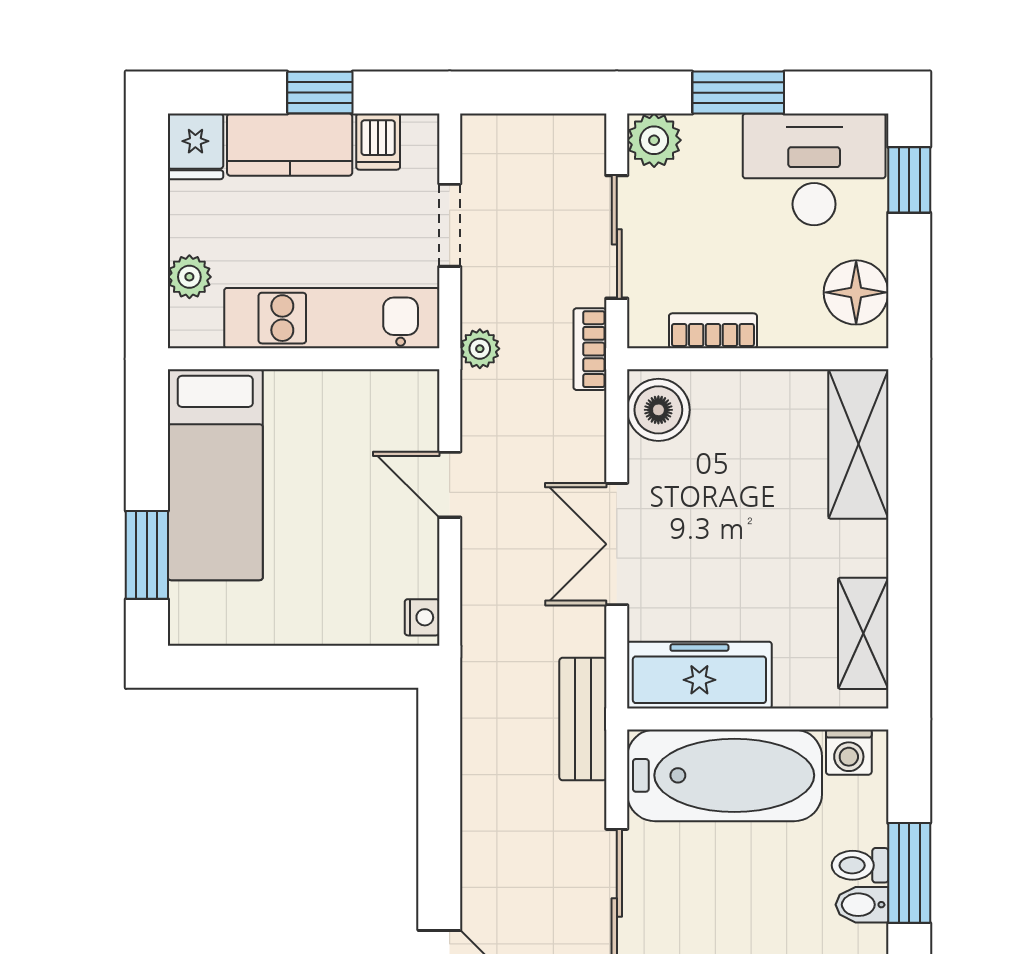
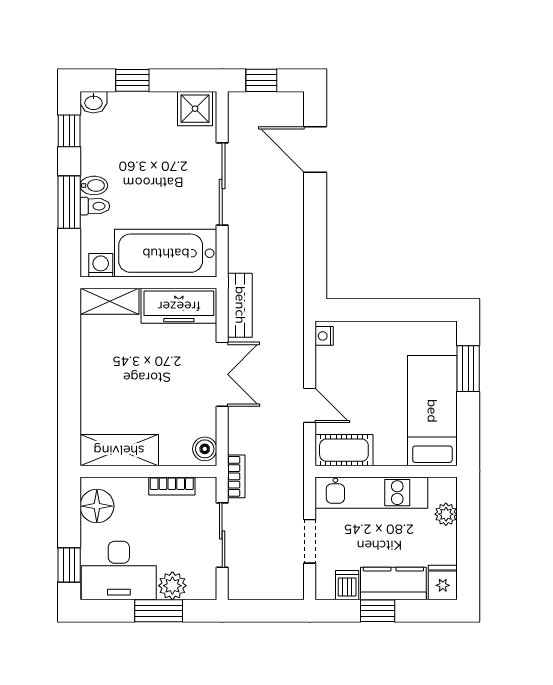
plant: (654, 140) -> (172, 586), moved
plant: (480, 349) -> (294, 477), removed
cot: (384, 399) -> (344, 450), added
boiler: (658, 410) -> (205, 449), width x0.73, depth x0.73
shelving: (858, 444) -> (119, 450), moved, turned 90
shelving: (863, 633) -> (110, 301), moved, turned 90
bench: (583, 719) -> (240, 305), moved

